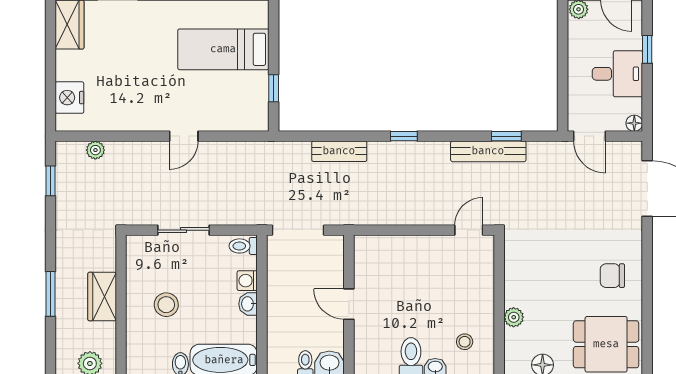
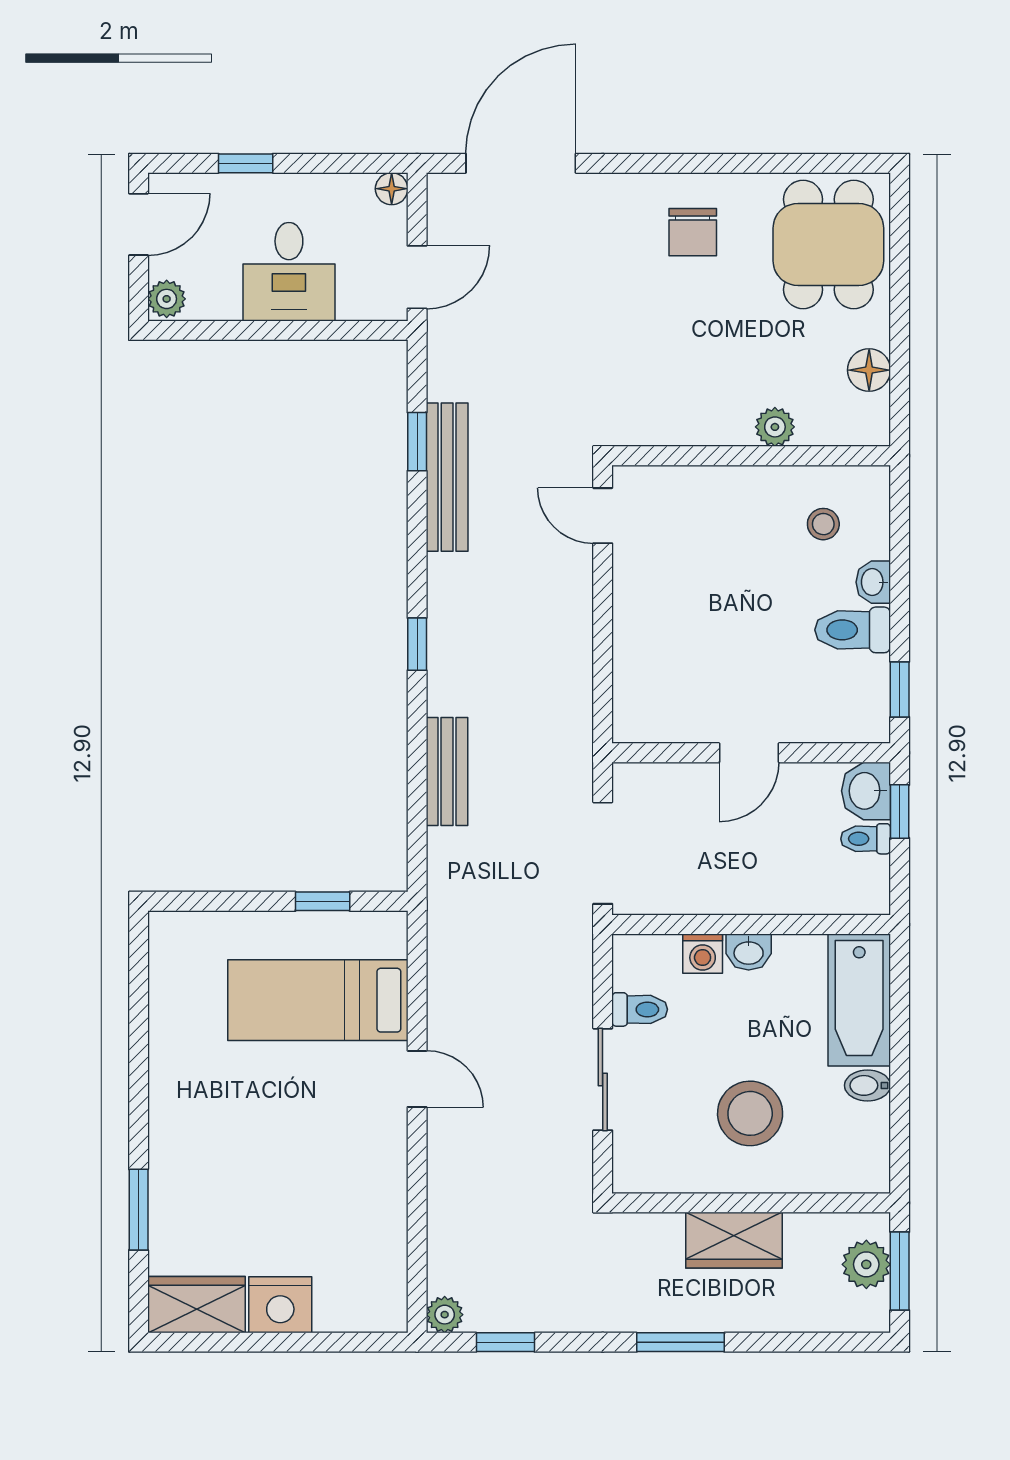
bed: (223, 49) -> (318, 1000), moved, turned 90
desk: (617, 74) -> (289, 272), moved, turned 180
nightstand: (69, 98) -> (280, 1305), moved
plant: (95, 150) -> (445, 1315), moved
toilet: (243, 246) -> (640, 1009), moved, turned -90
window: (50, 294) -> (681, 1342), moved
stool: (166, 305) -> (750, 1113), width x1.38, depth x1.38

